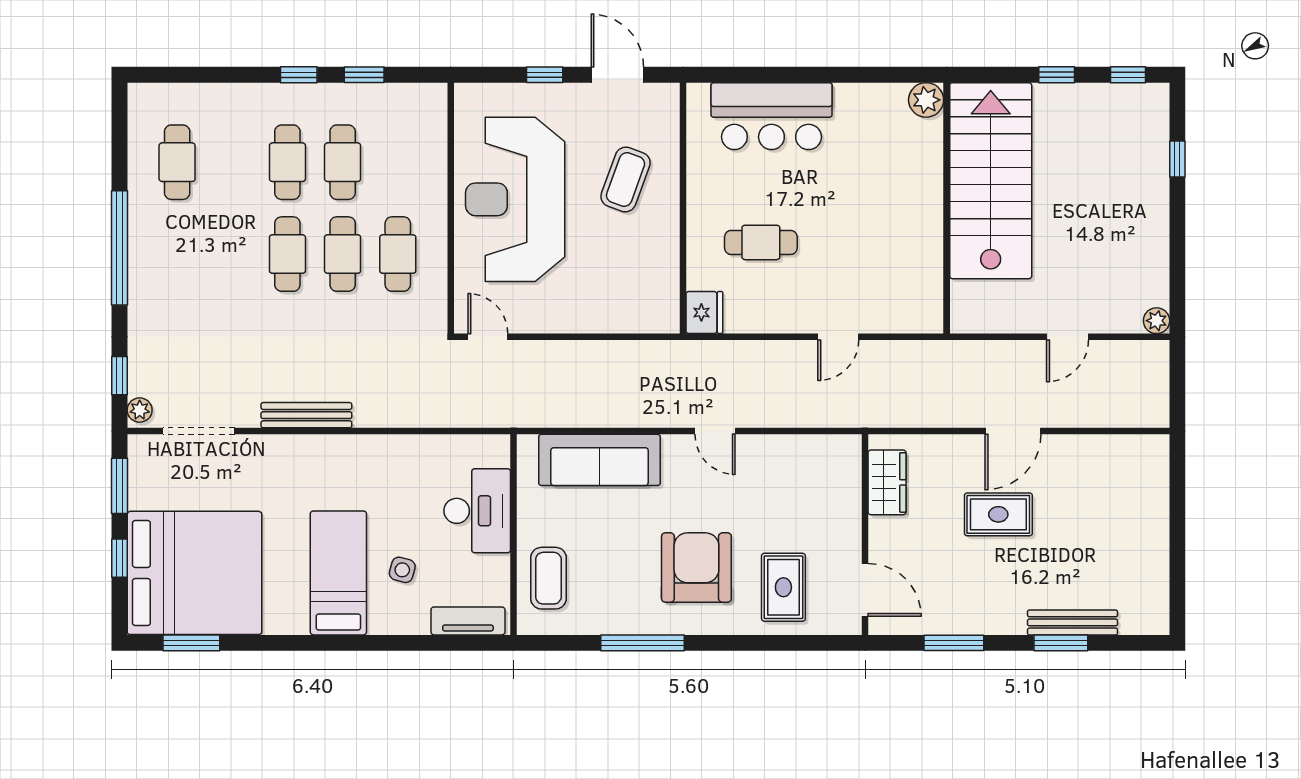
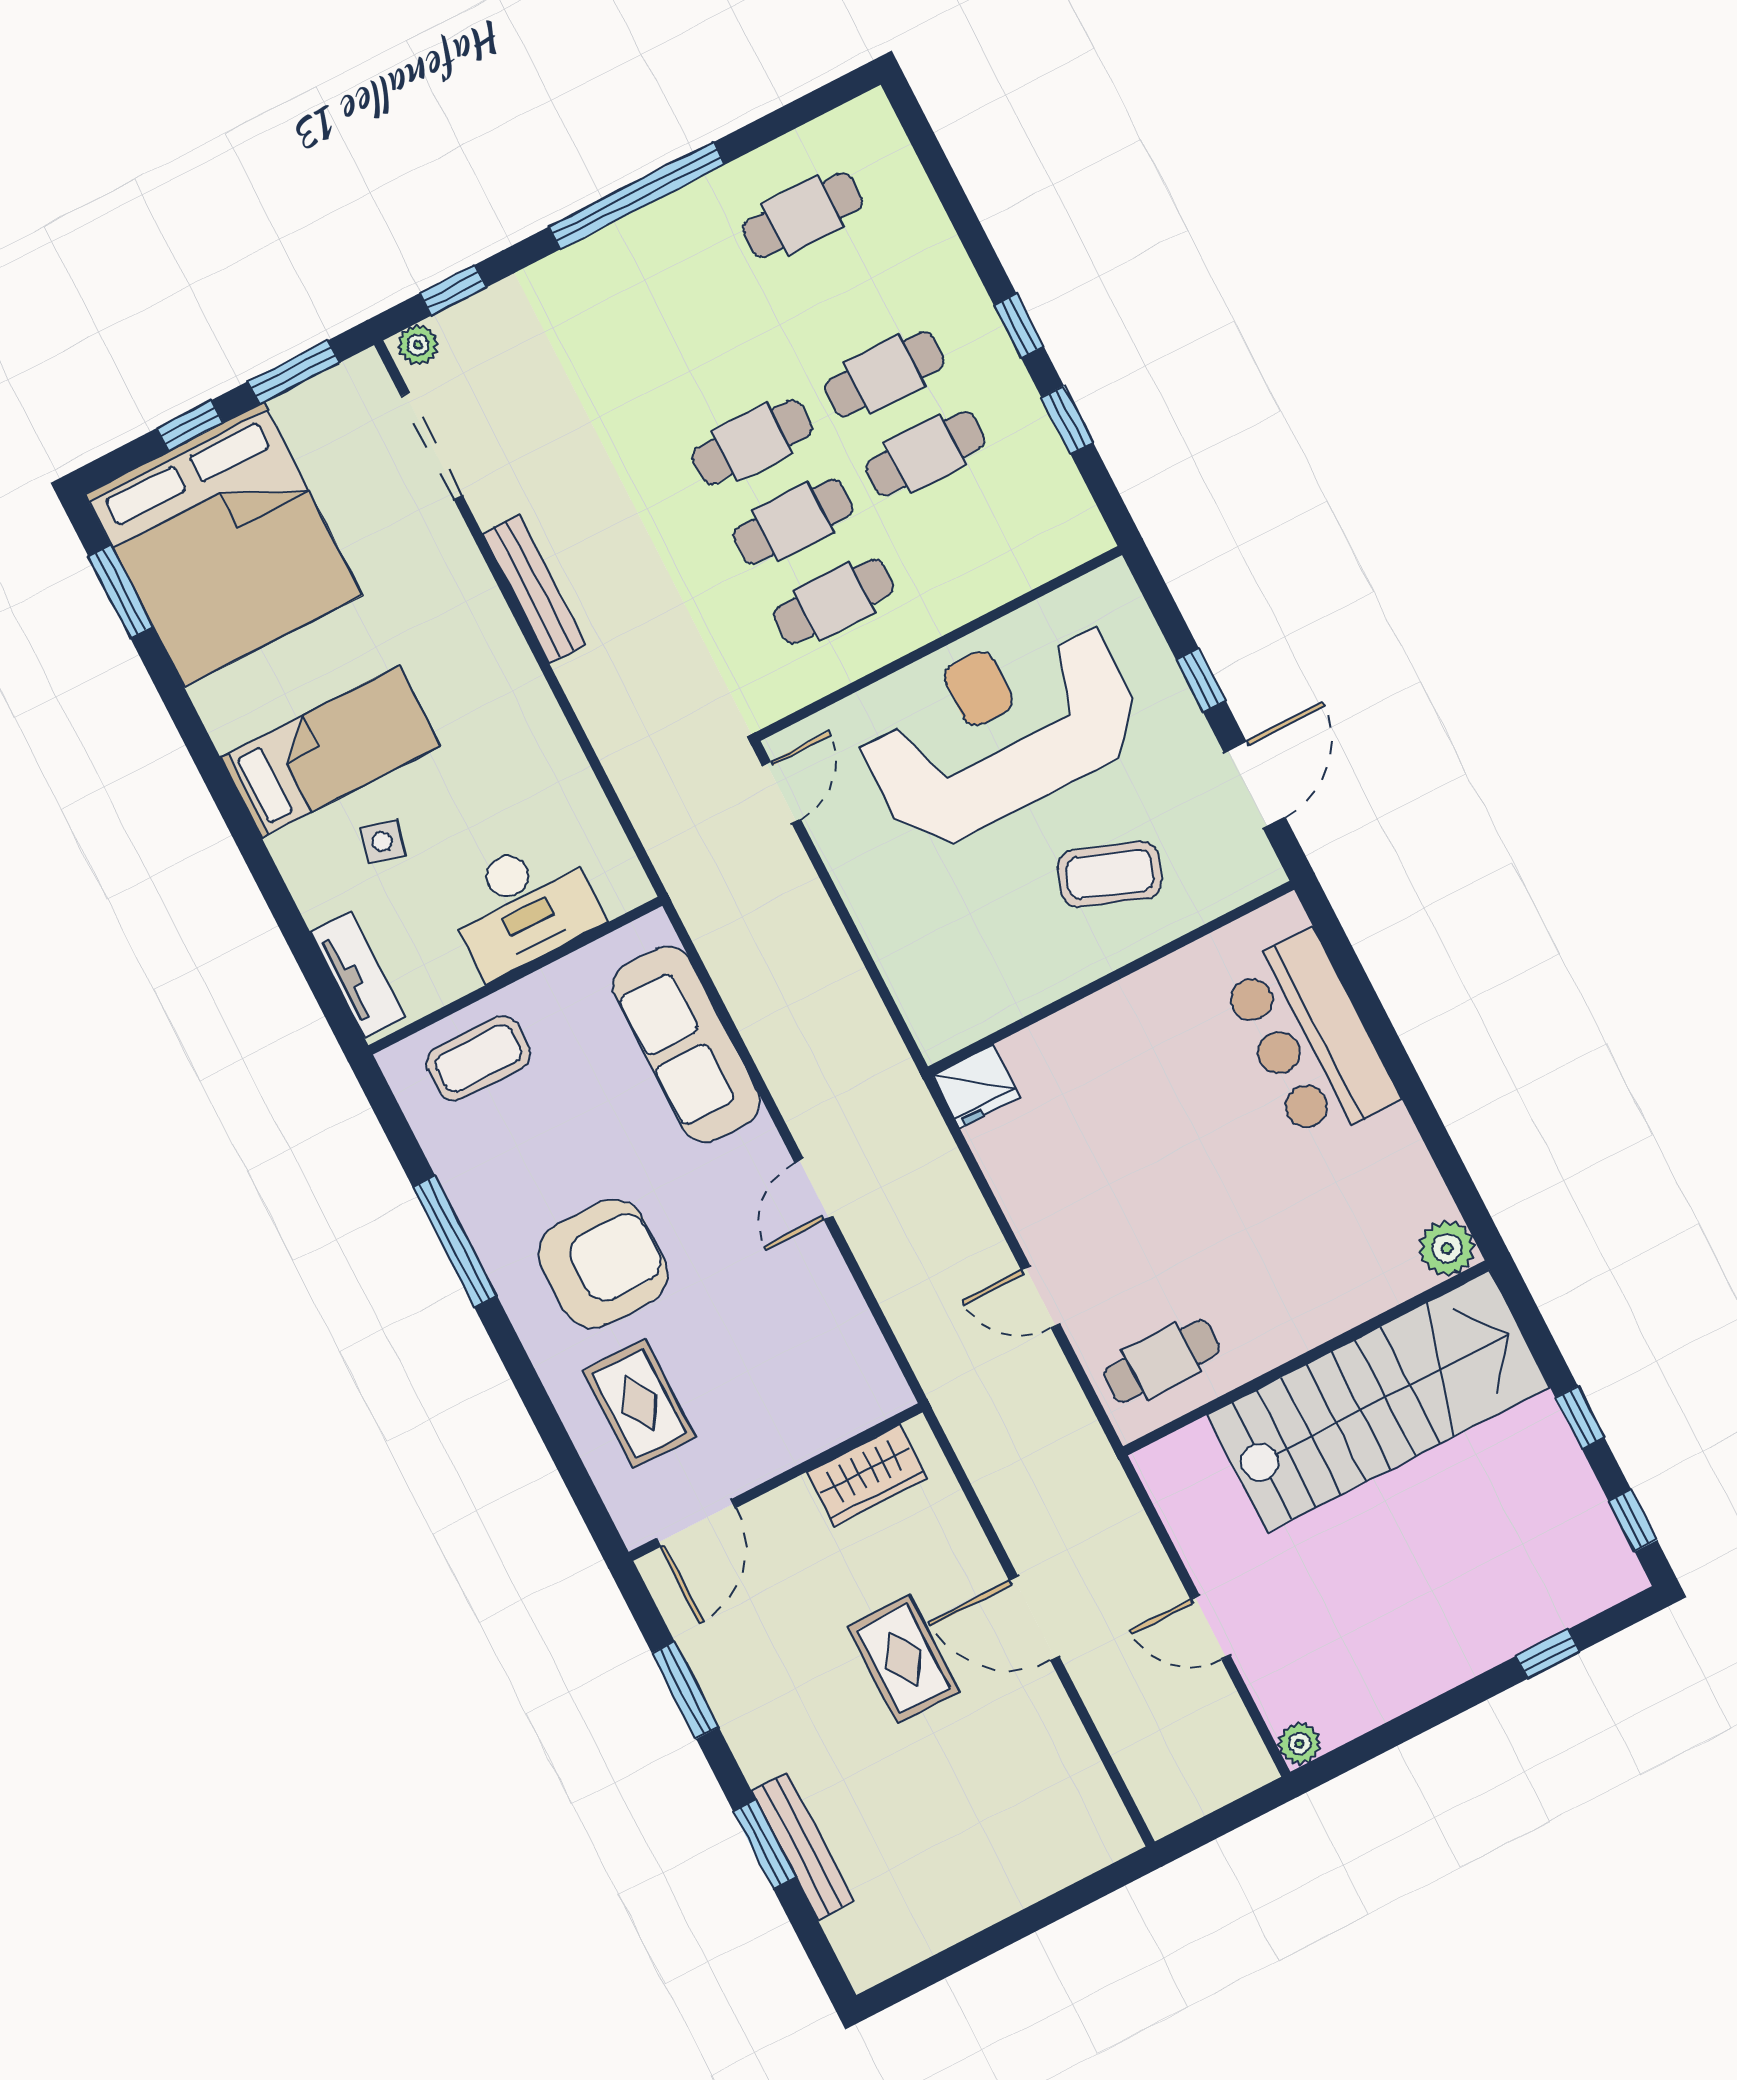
cafe table: (761, 242) -> (1162, 1361), moved, turned 90
rug: (783, 587) -> (639, 1404), turned 90

